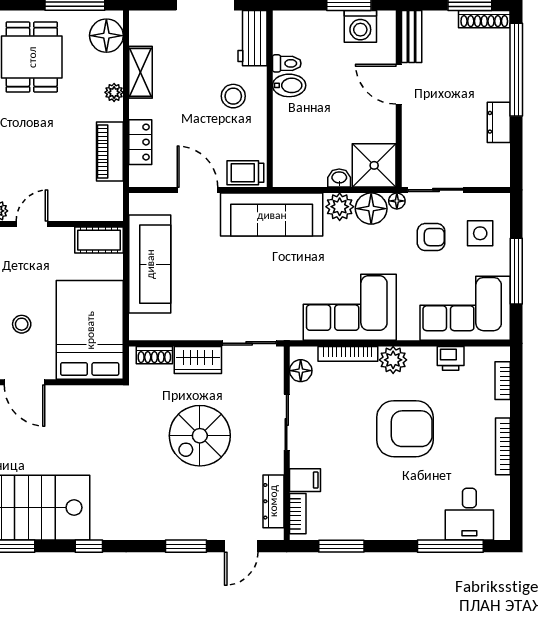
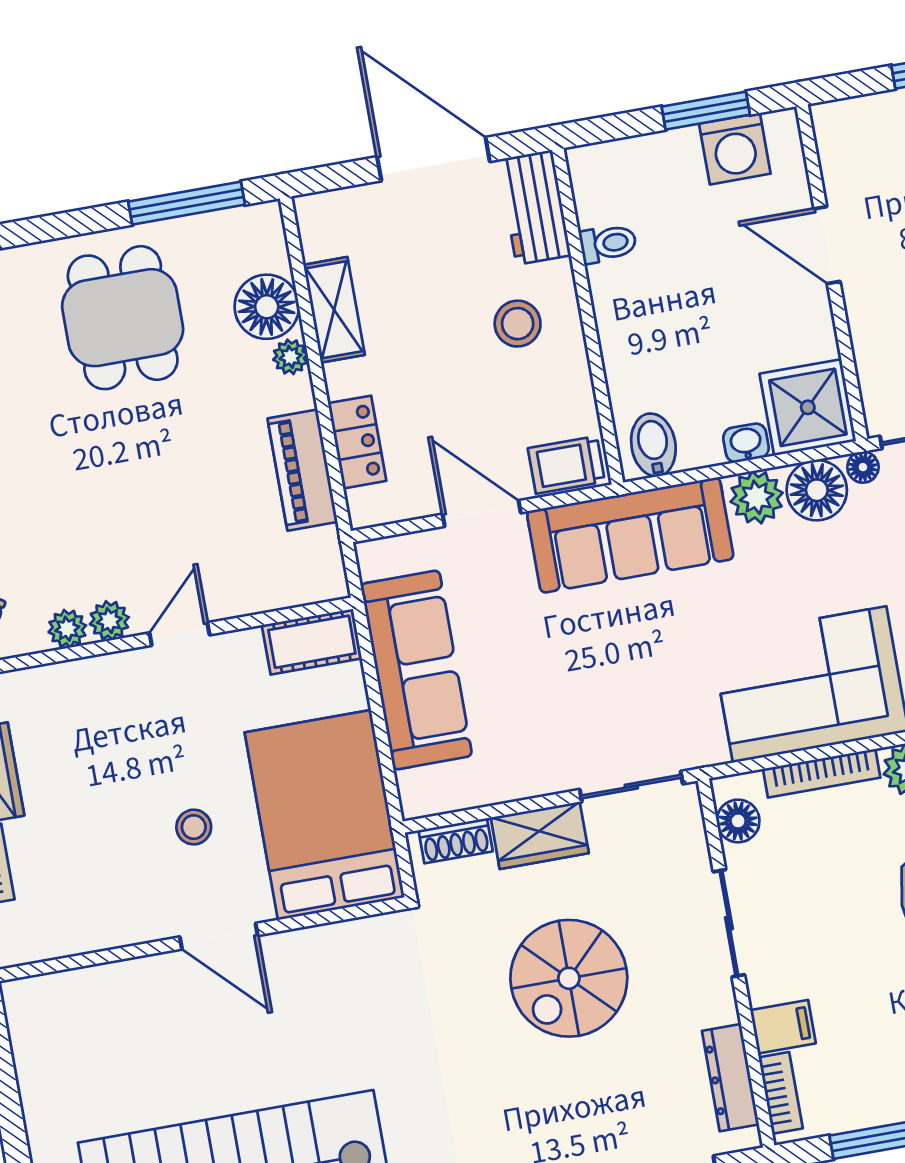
floor lamp: (106, 36) -> (267, 307), moved
bench: (412, 36) -> (835, 150), removed
bidet: (289, 85) -> (653, 445), moved, turned -90

